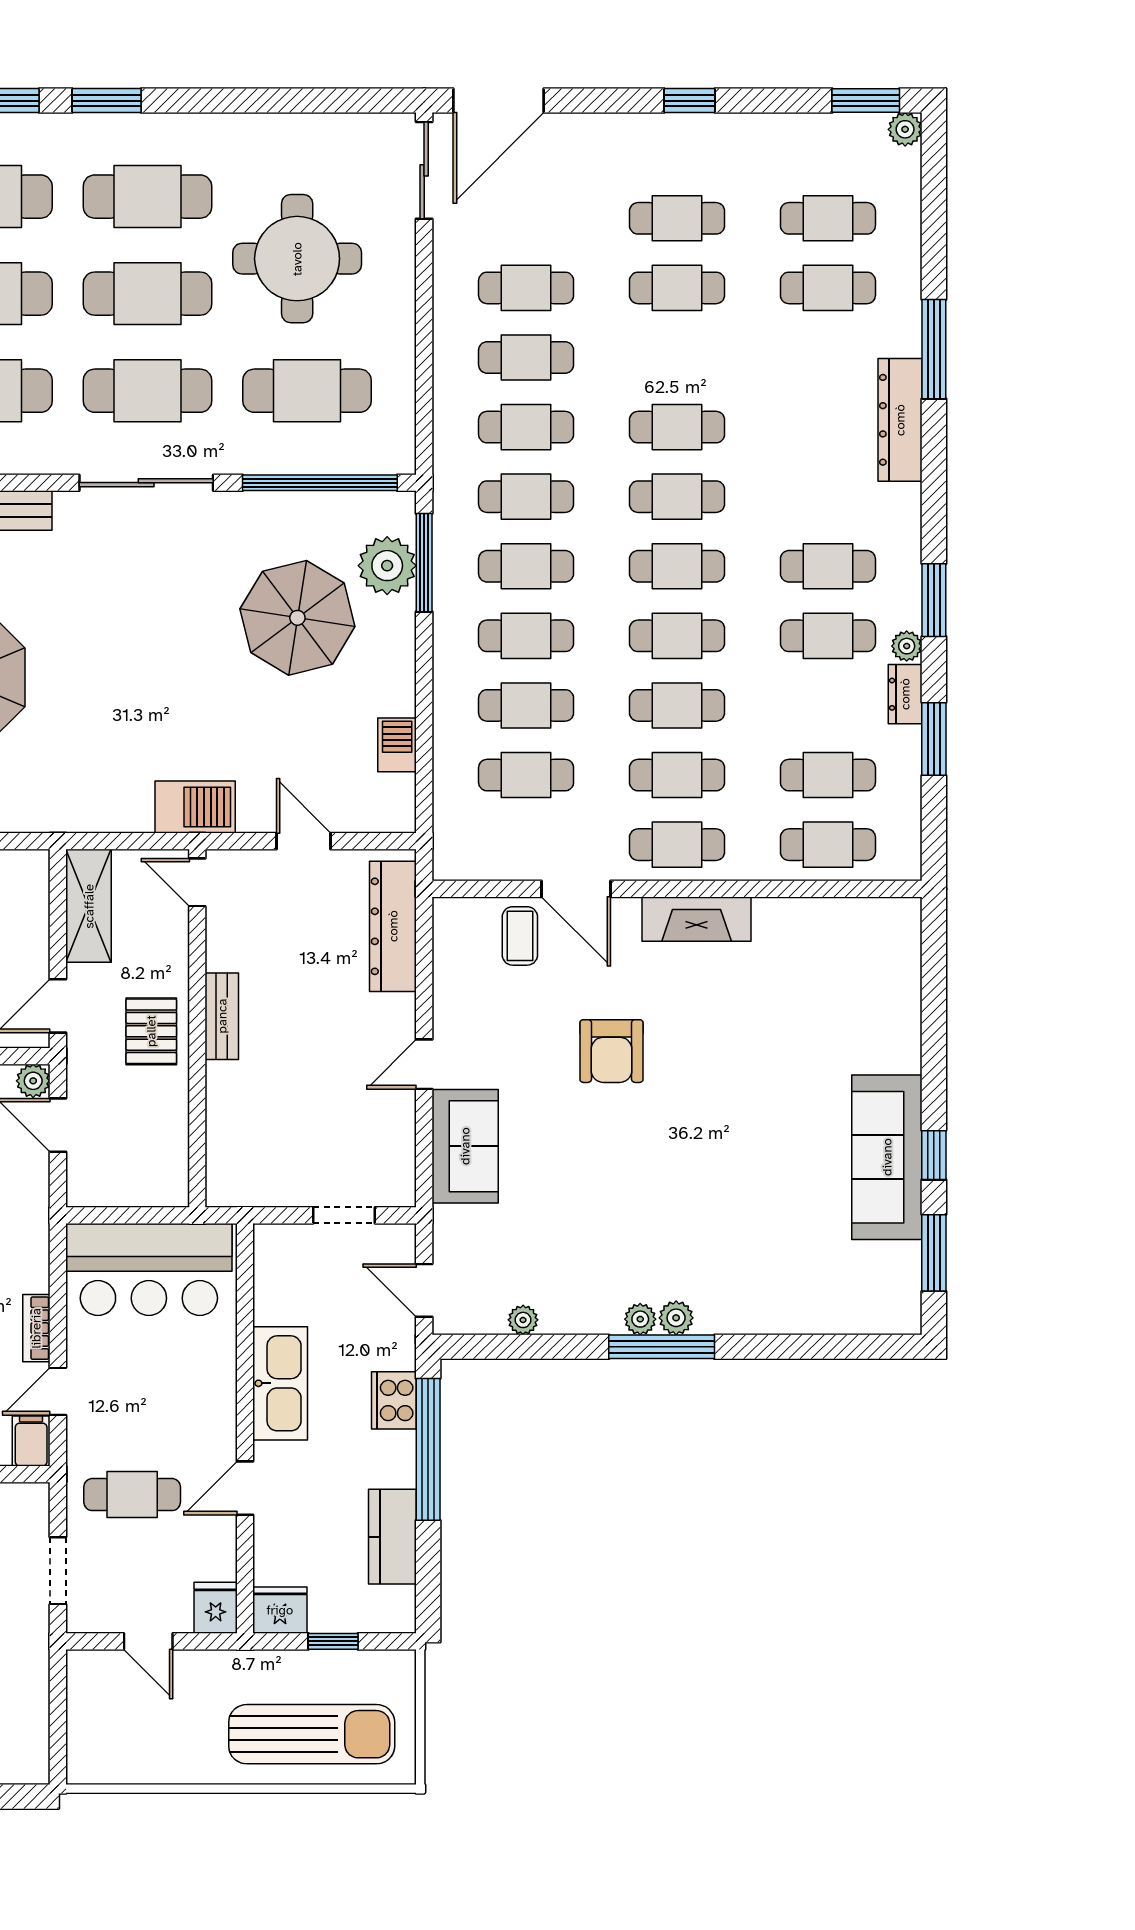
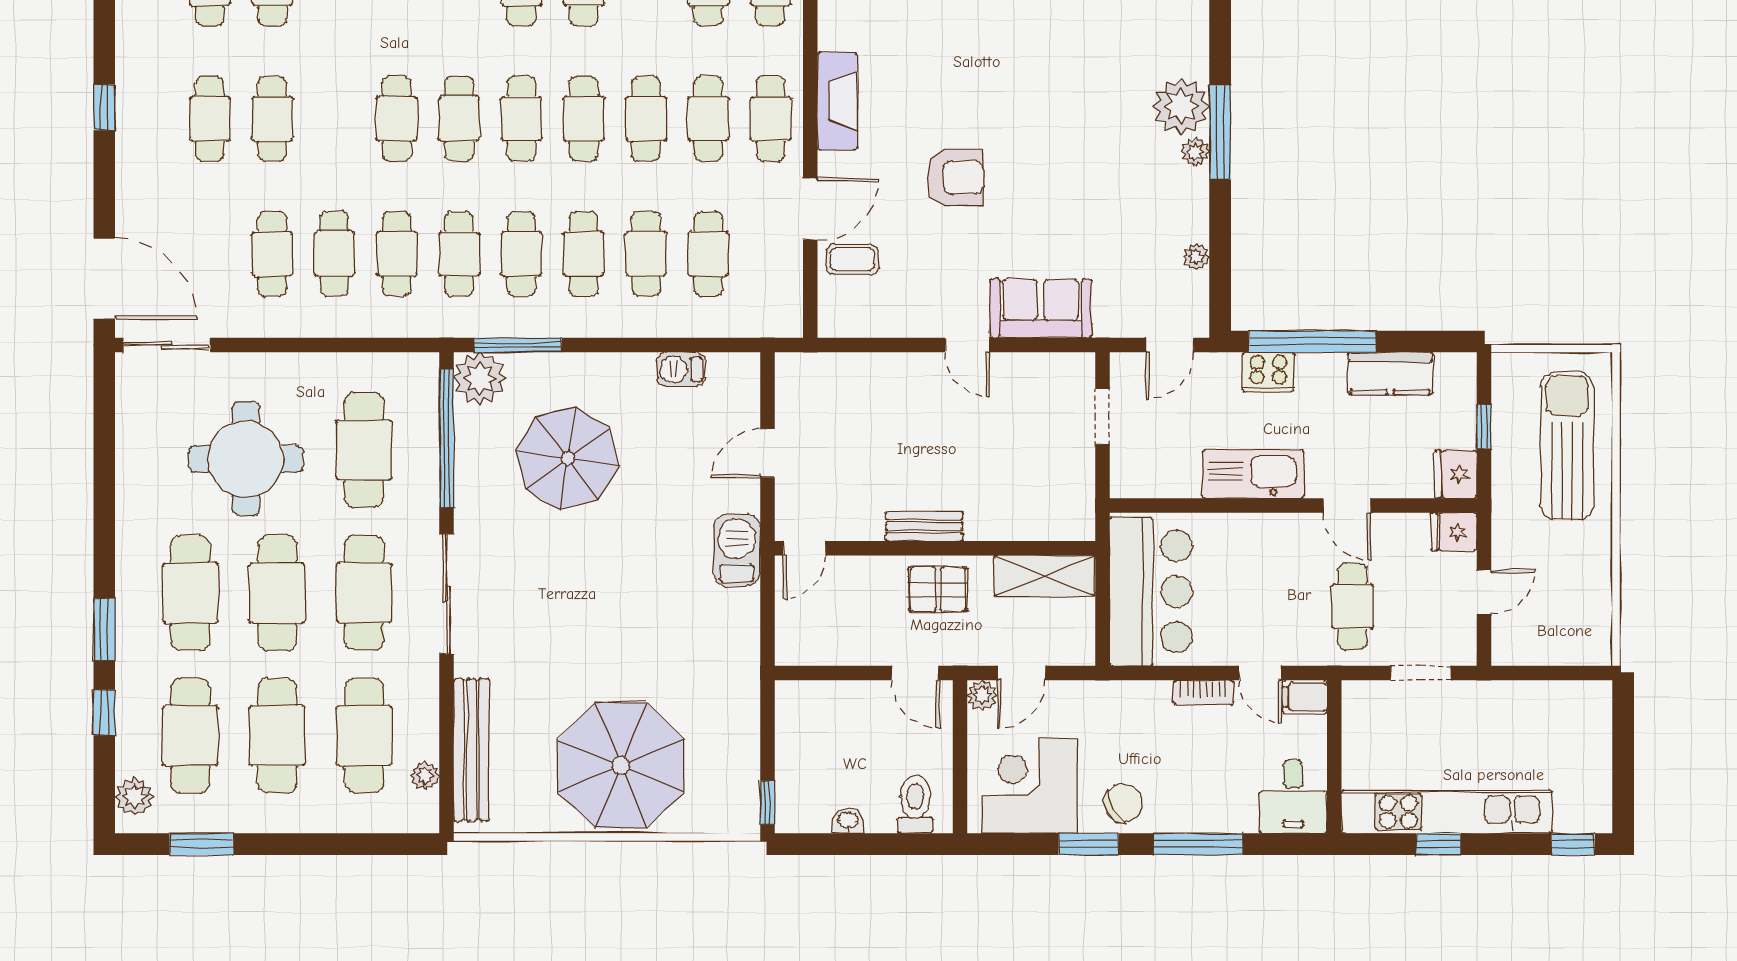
plant: (387, 566) -> (480, 378), moved
shelving: (89, 906) -> (1045, 576), moved
dresser: (393, 926) -> (844, 373), removed
plant: (676, 1318) -> (1181, 106), width x1.87, depth x1.87

